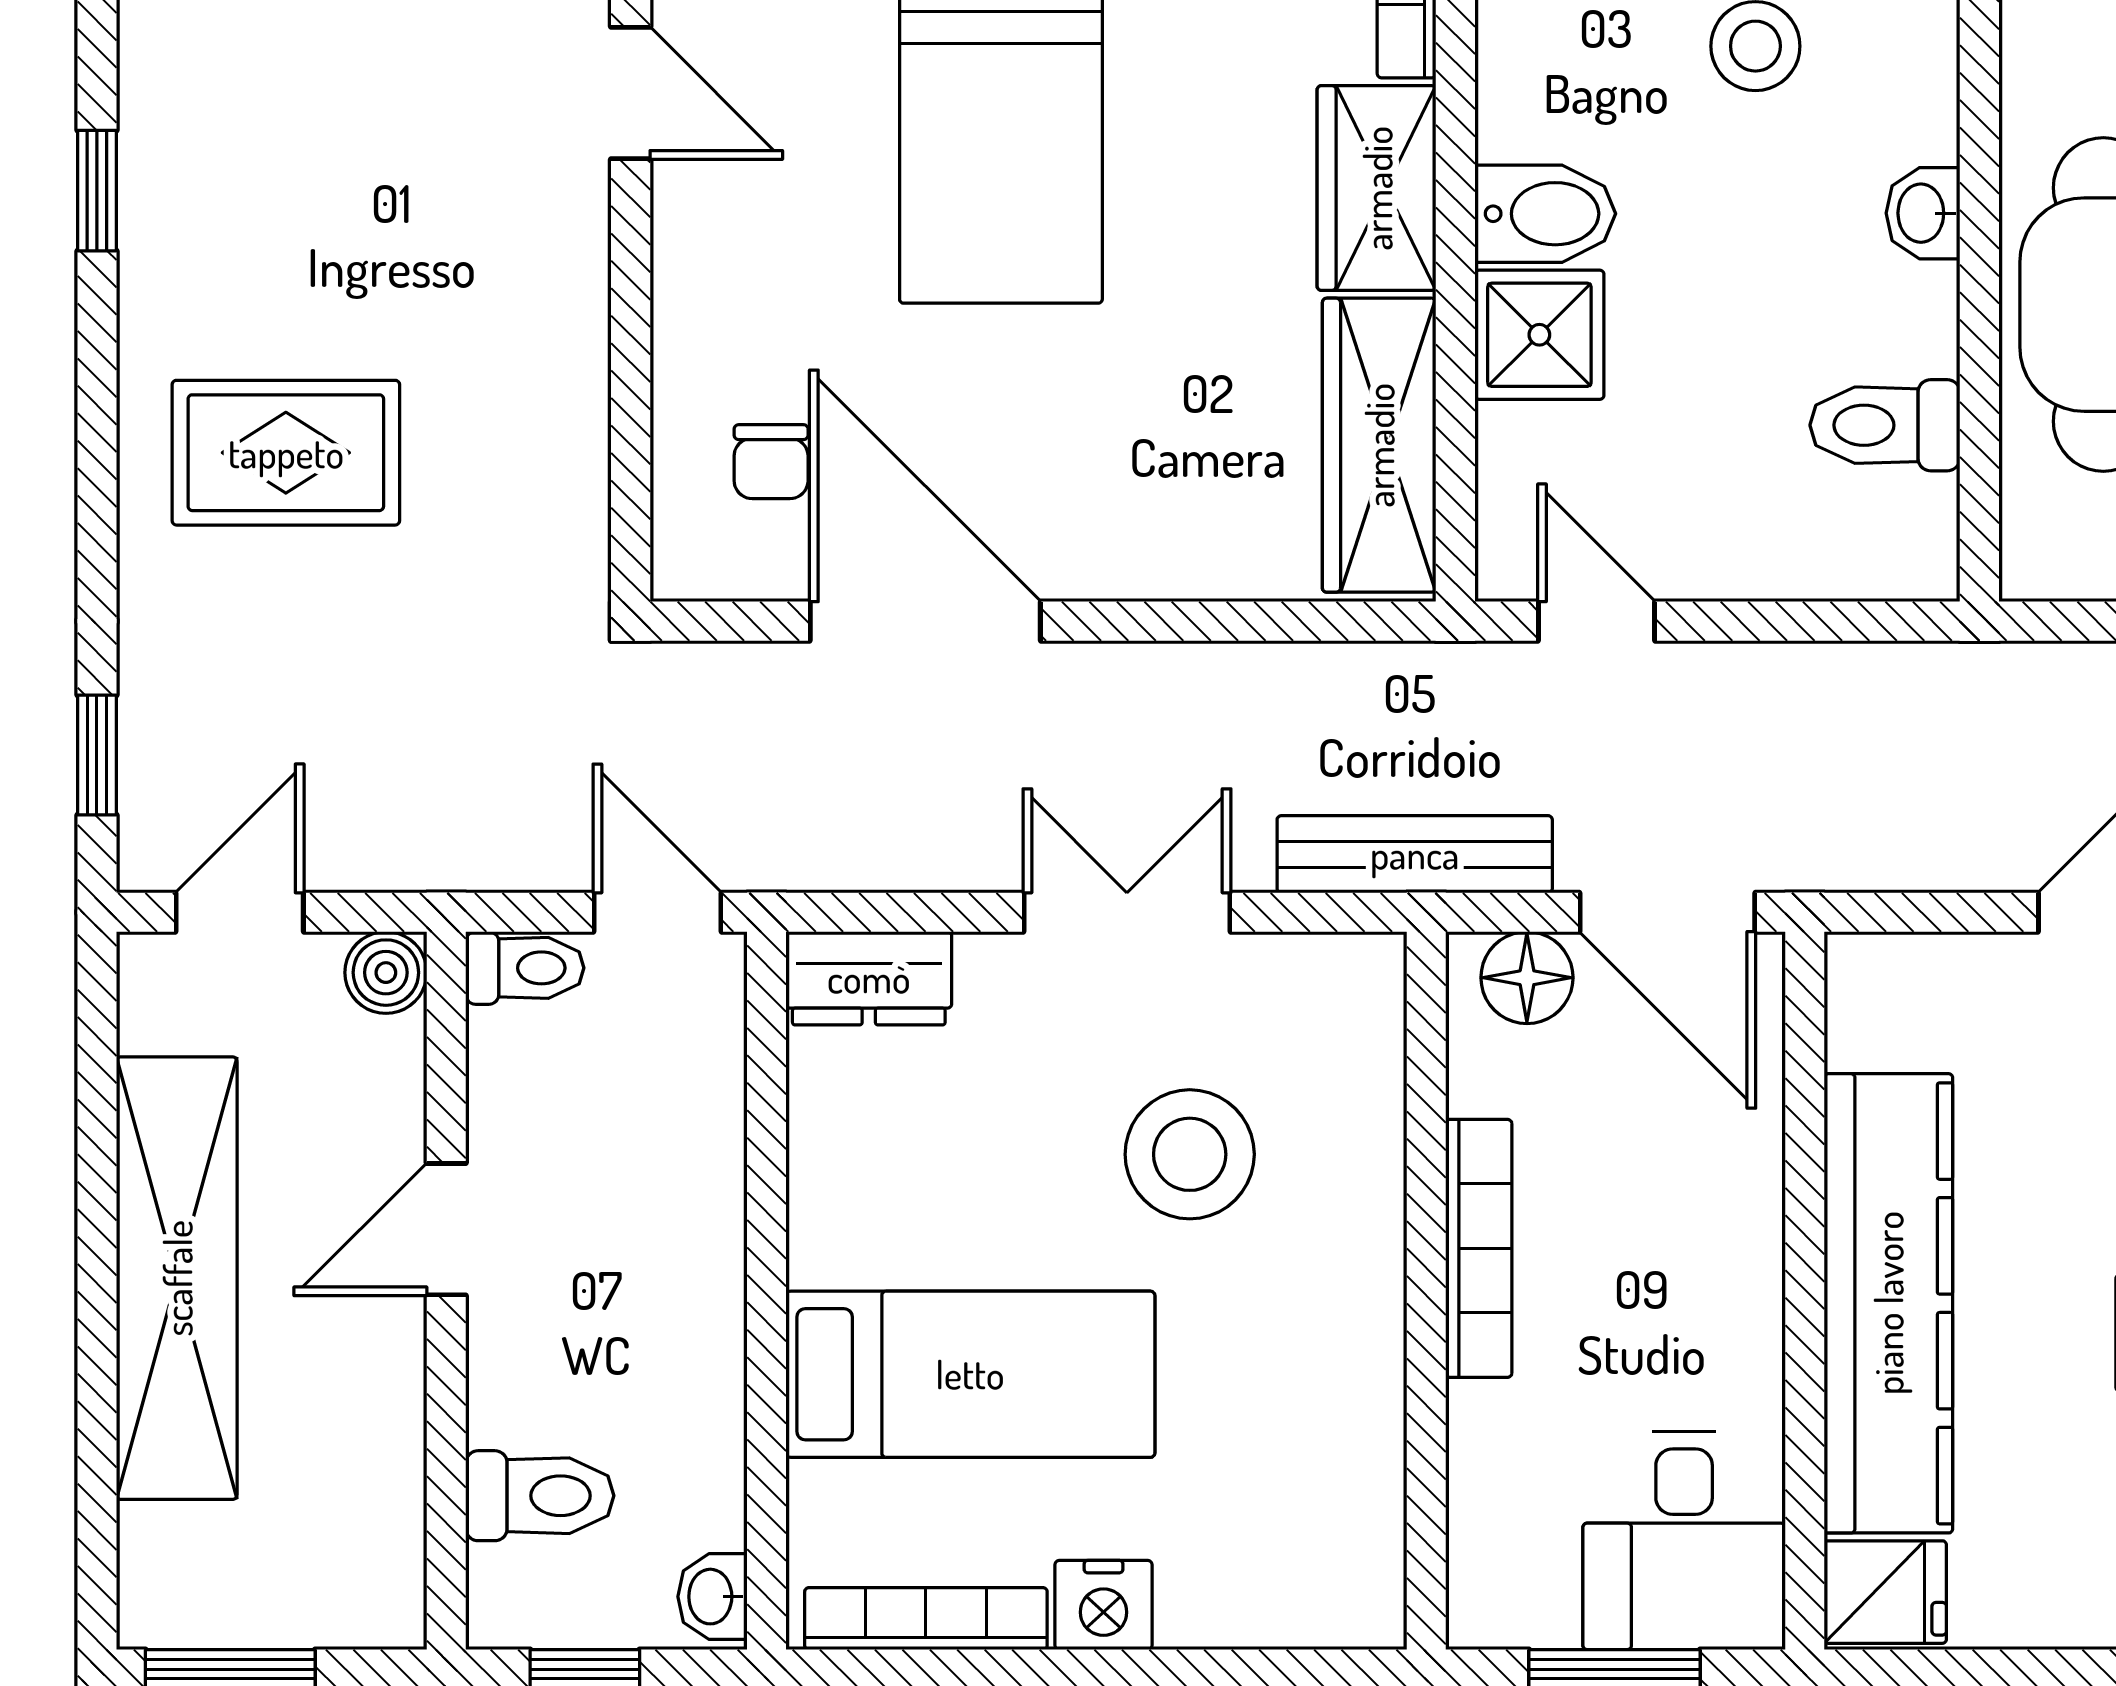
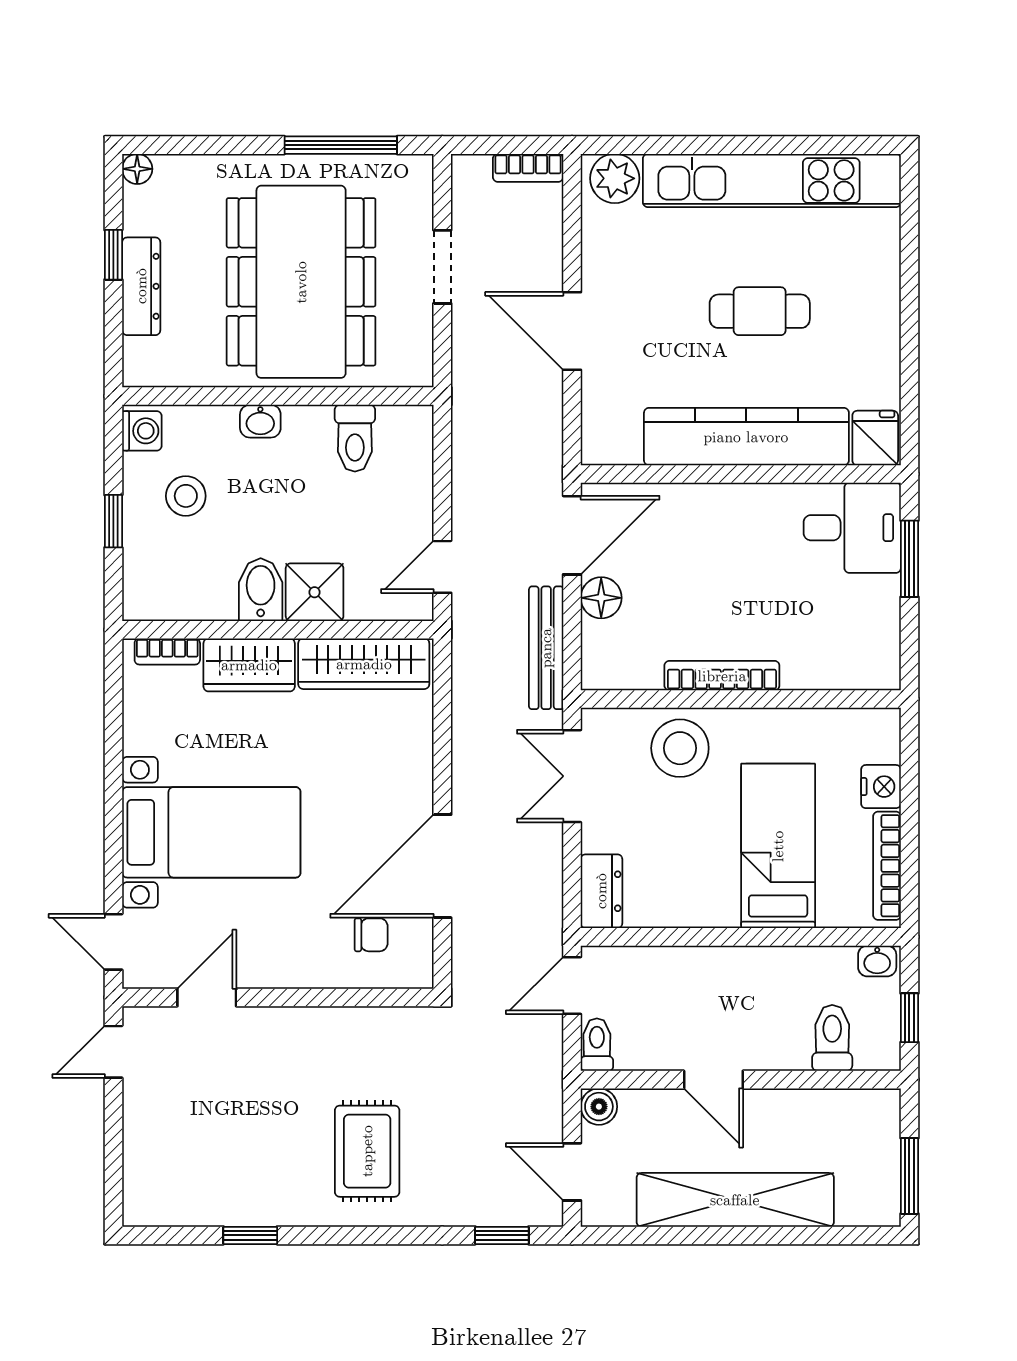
bookcase: (1479, 1248) -> (722, 676), moved
wall: (1426, 1291) -> (741, 699), moved

